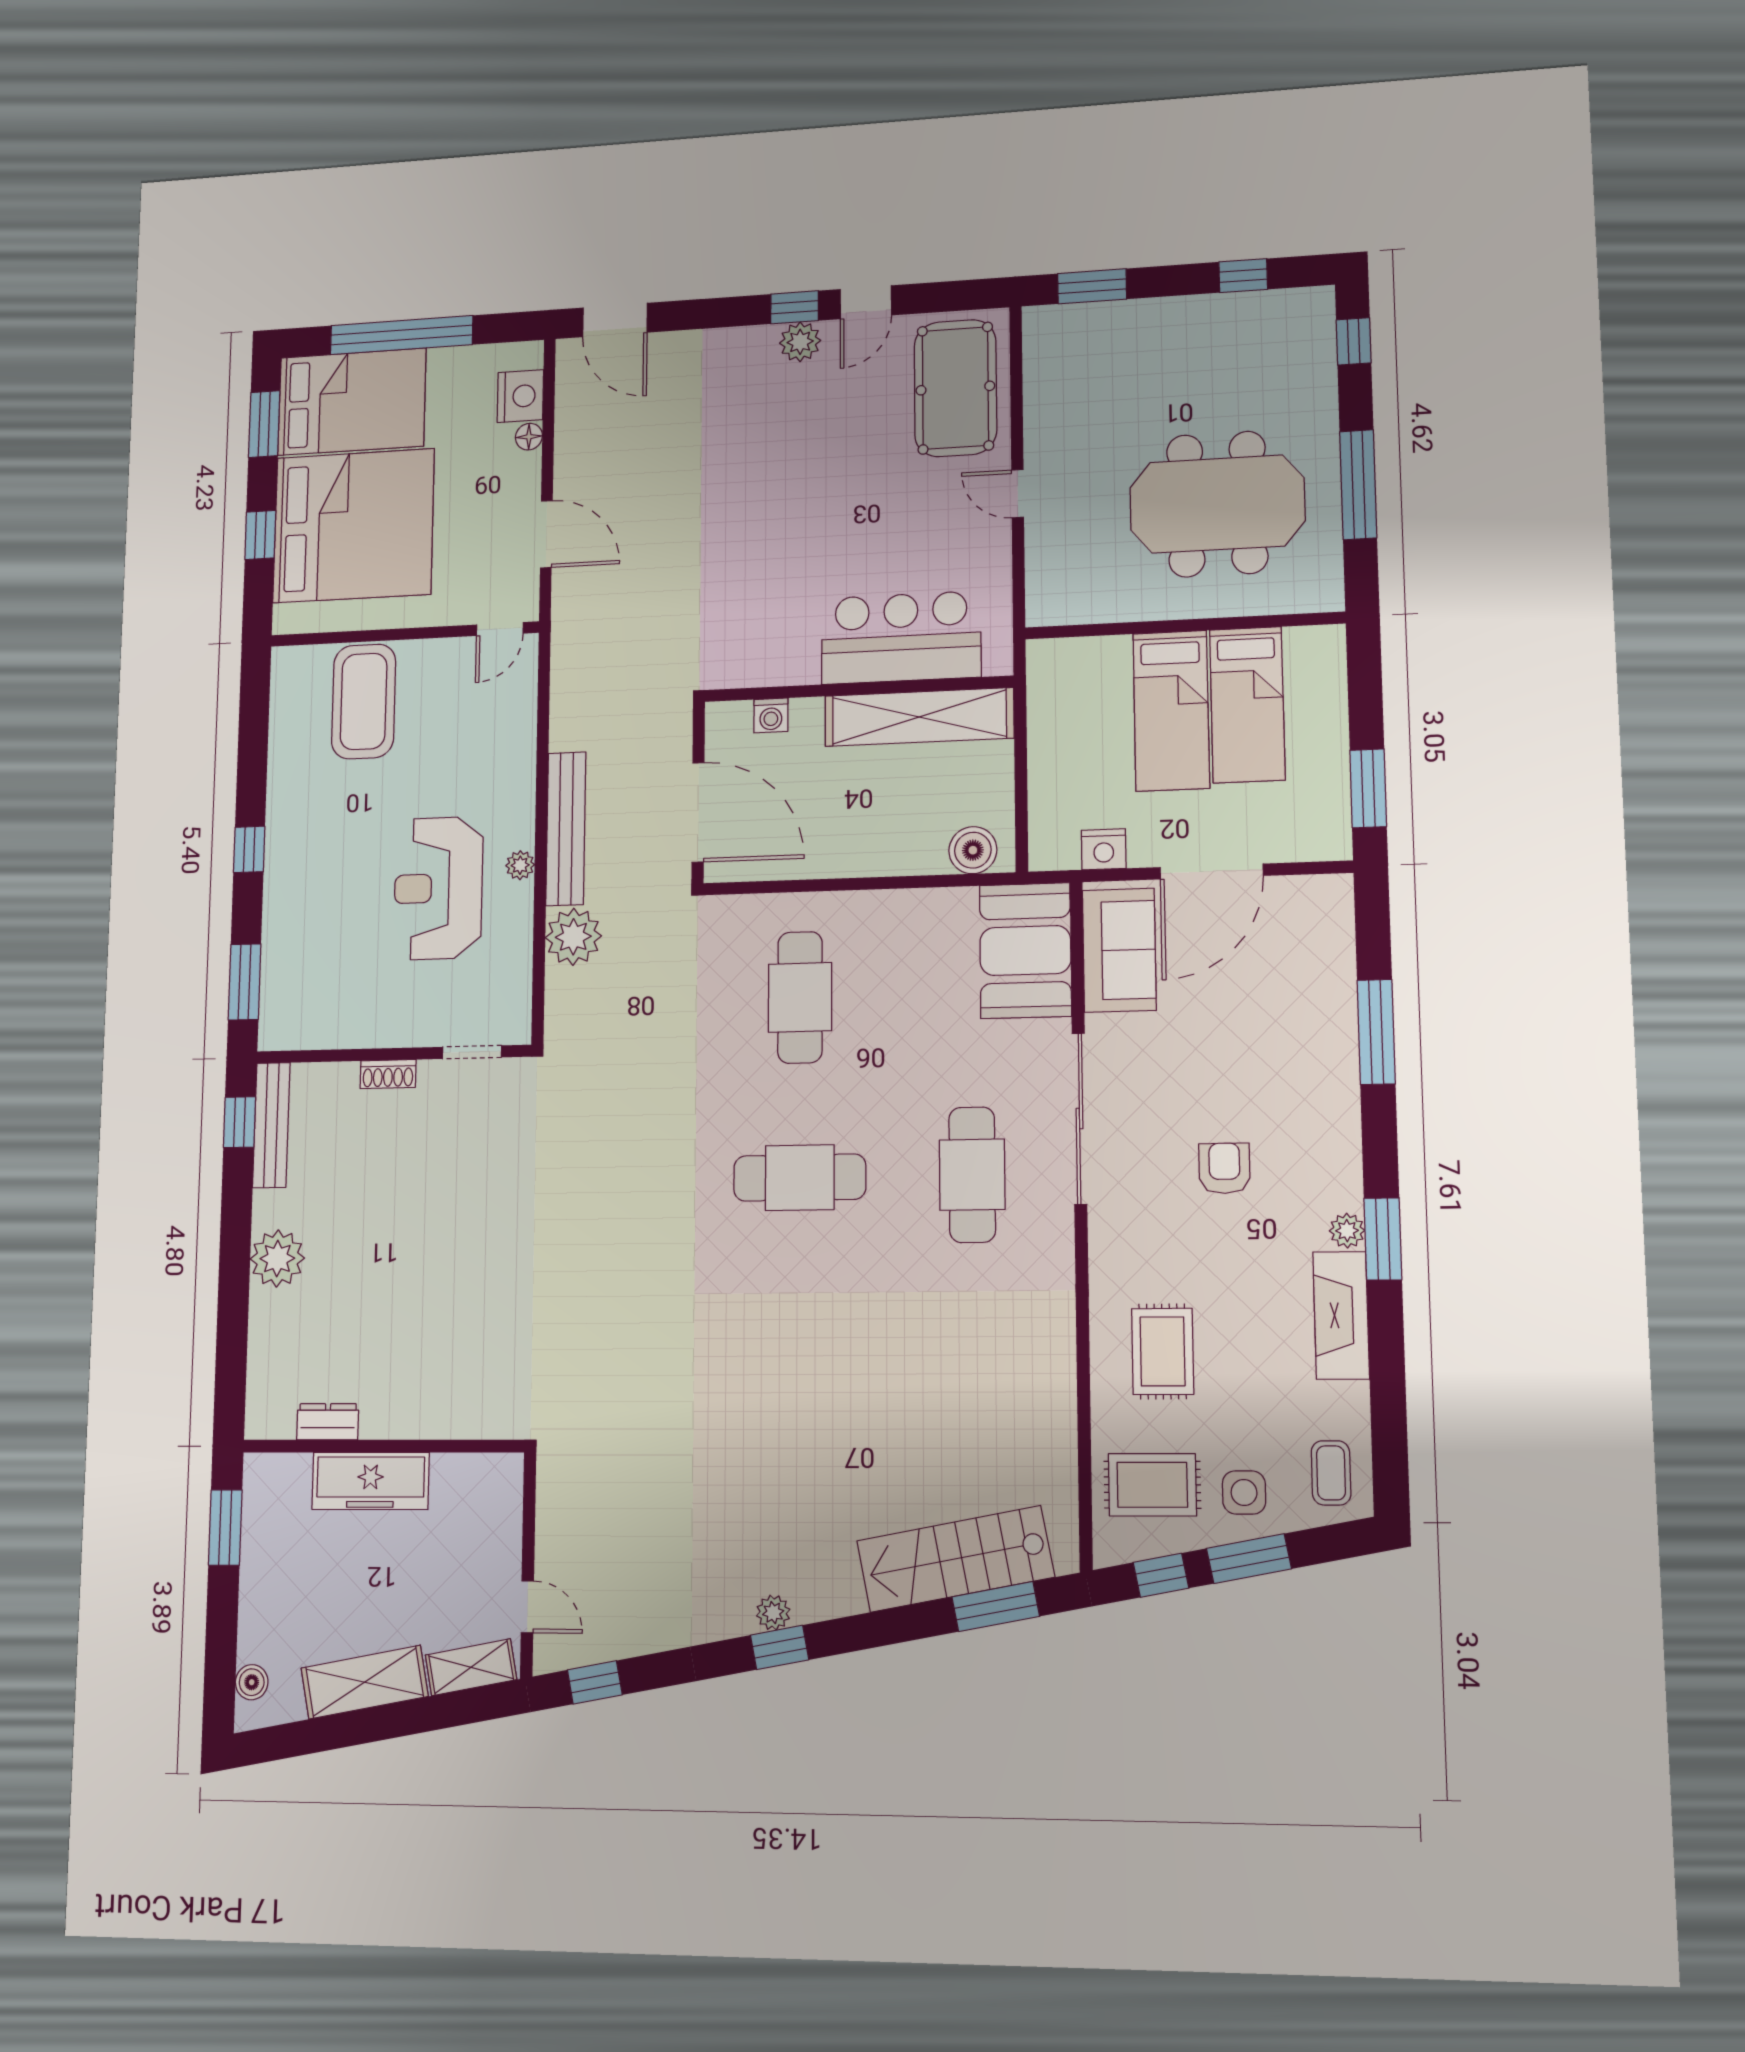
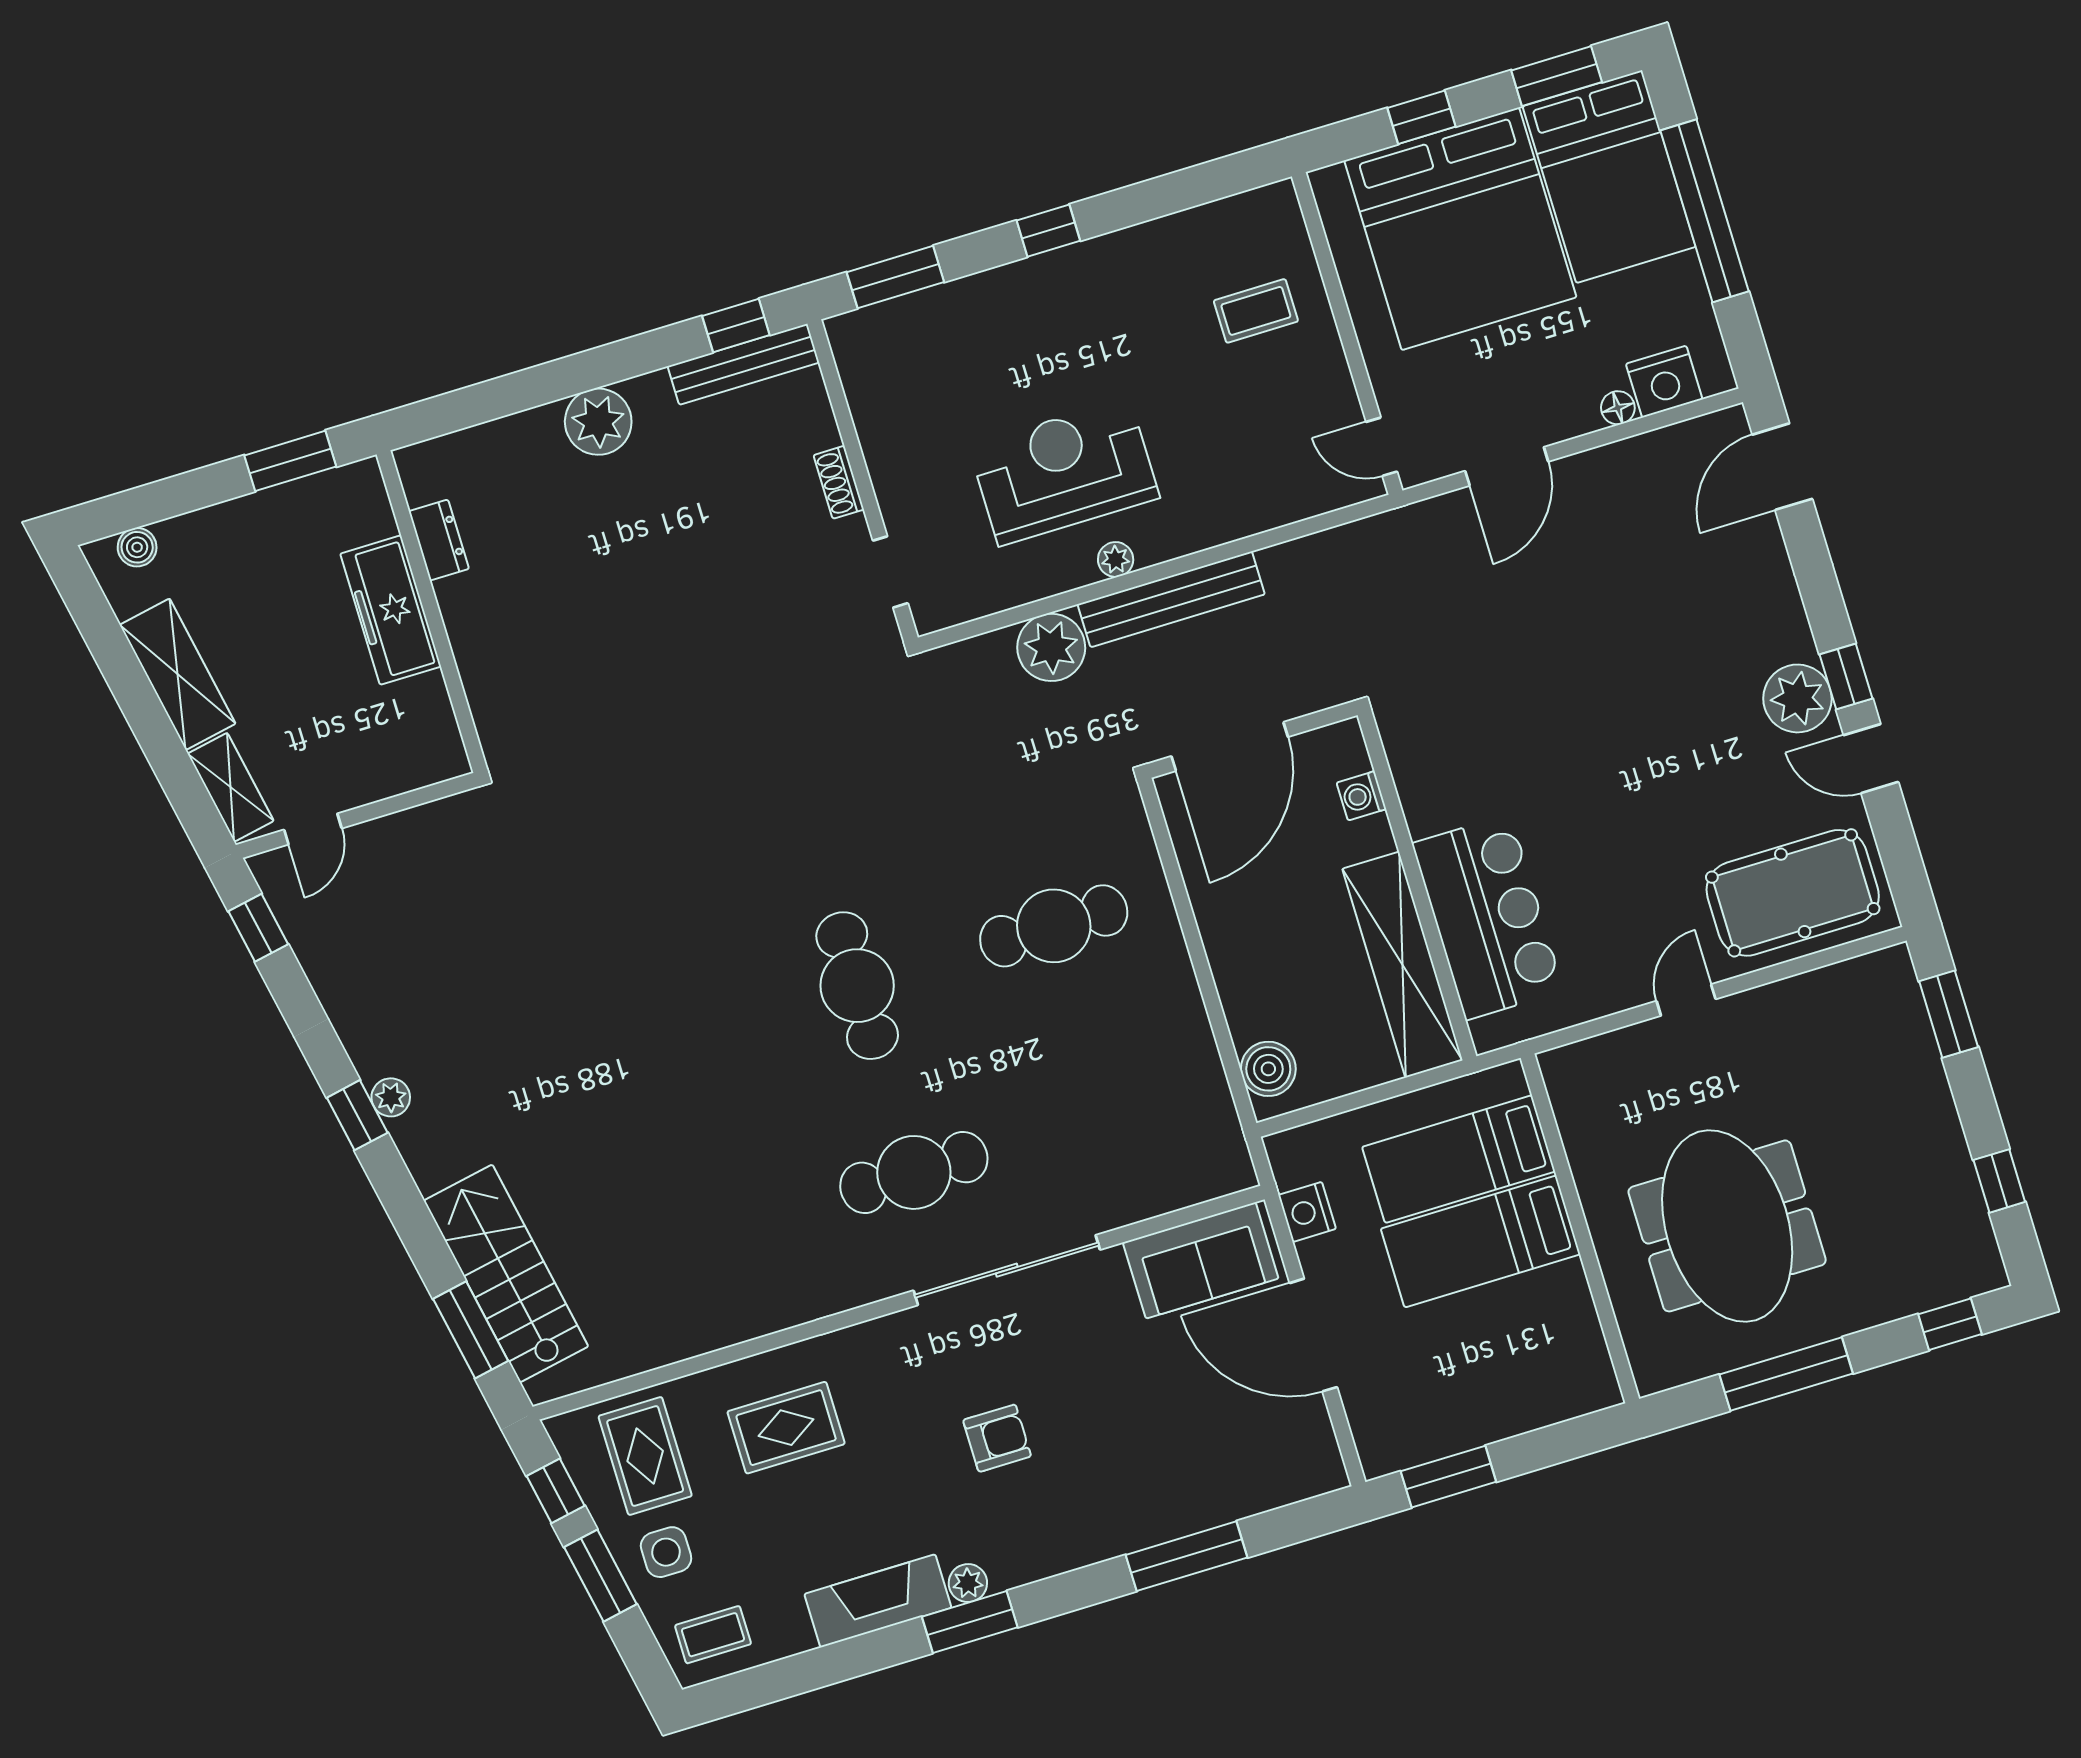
plant: (800, 342) -> (1797, 698), width x1.36, depth x1.36
coffee table: (364, 701) -> (1256, 311), width x0.54, depth x0.58
bed: (1247, 705) -> (1459, 1159), moved
booth: (1025, 951) -> (1173, 1159), removed

